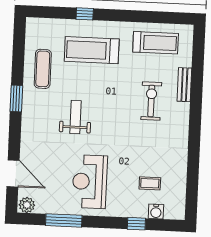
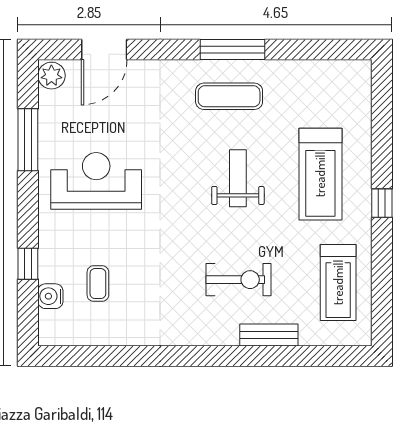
window: (85, 14) -> (382, 203), moved
treadmill: (92, 50) -> (320, 174), turned 180
exercise mat: (43, 69) -> (229, 96), moved
window: (16, 98) -> (232, 49), width x1.44
weight bench: (75, 117) -> (238, 178), moved, turned -90

